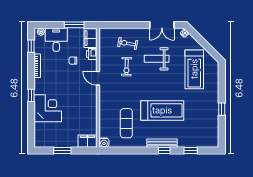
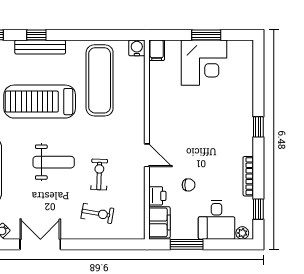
weight bench: (157, 59) -> (54, 162), moved
corner desk: (48, 108) -> (204, 63), moved, turned -90
exercise mat: (126, 123) -> (100, 80), width x1.36, depth x1.45
filing cabinet: (87, 141) -> (157, 50), width x0.50

